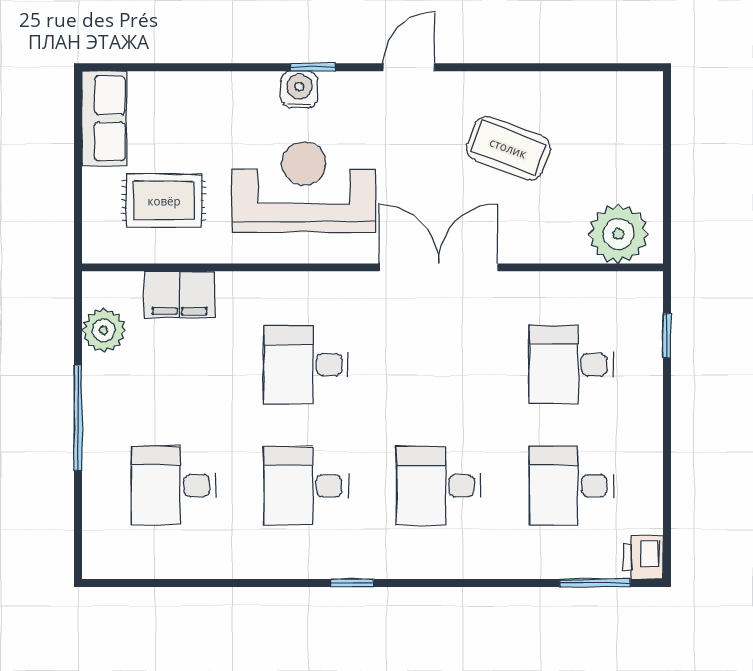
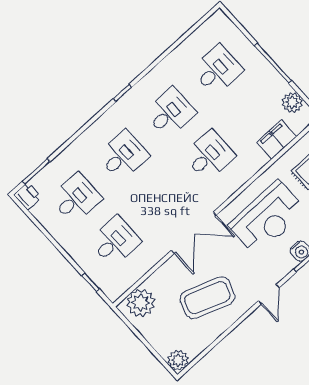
plant: (641, 93) -> (178, 360), added
coffee table: (508, 148) -> (207, 298), width x1.36, depth x1.32

